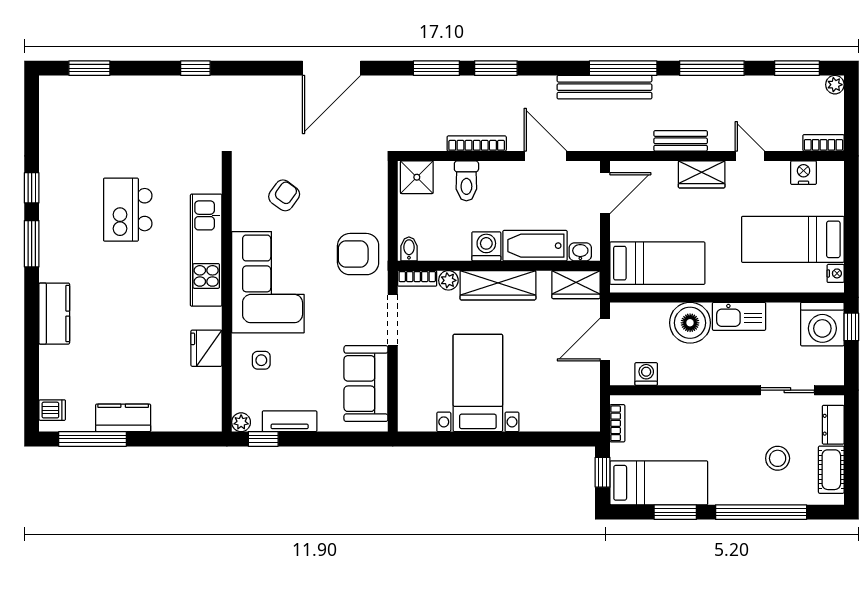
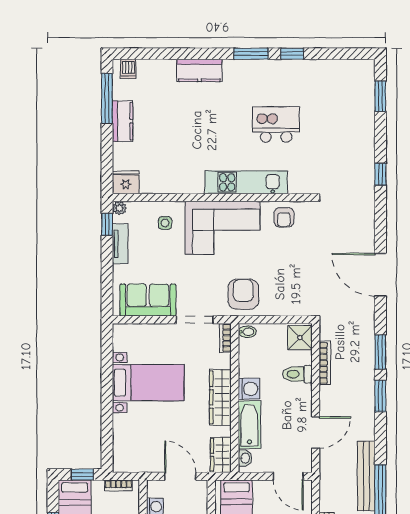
bookcase: (477, 143) -> (325, 363), moved
armchair: (284, 195) -> (284, 217), moved, turned 54
plant: (448, 280) -> (224, 361), removed
fridge: (206, 348) -> (126, 182), moved

